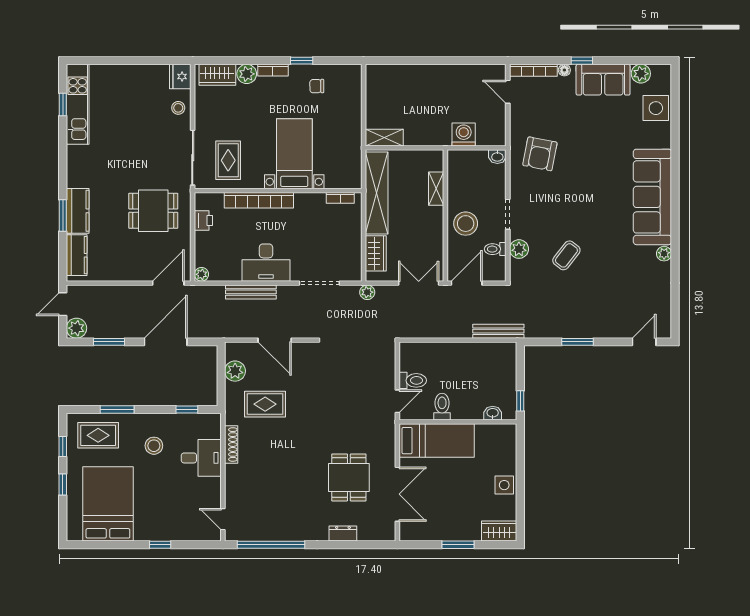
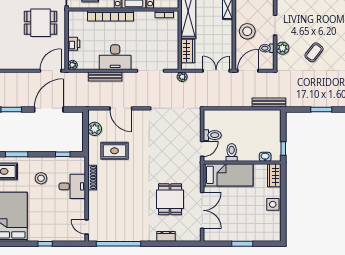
printer: (203, 220) -> (74, 44), moved
wardrobe: (499, 531) -> (274, 175), moved, turned -90

